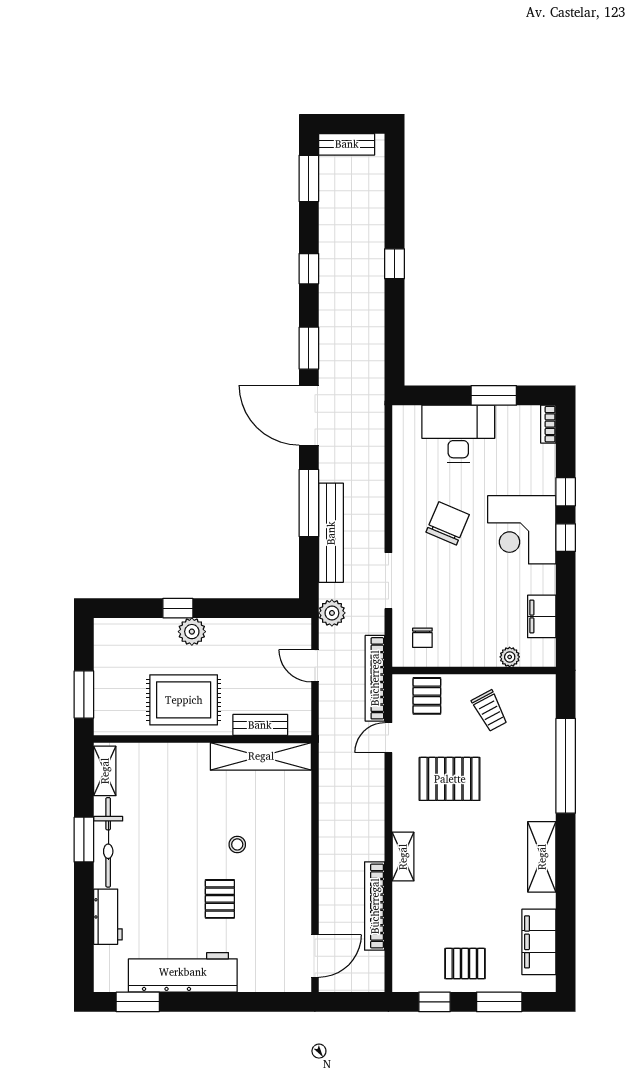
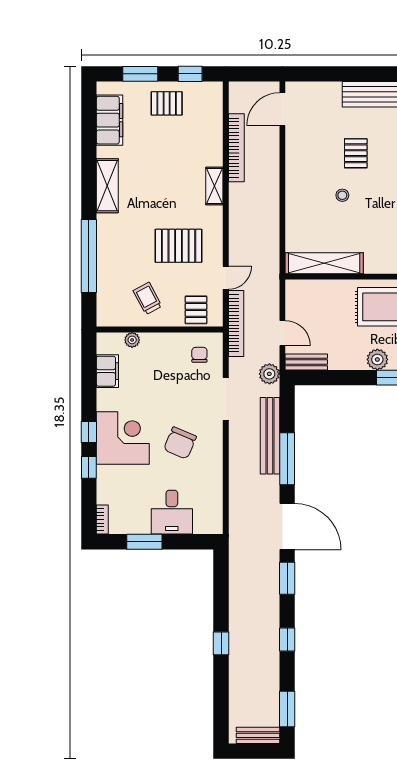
desk: (458, 434) -> (172, 512), width x0.73
bench: (260, 725) -> (306, 362), moved

